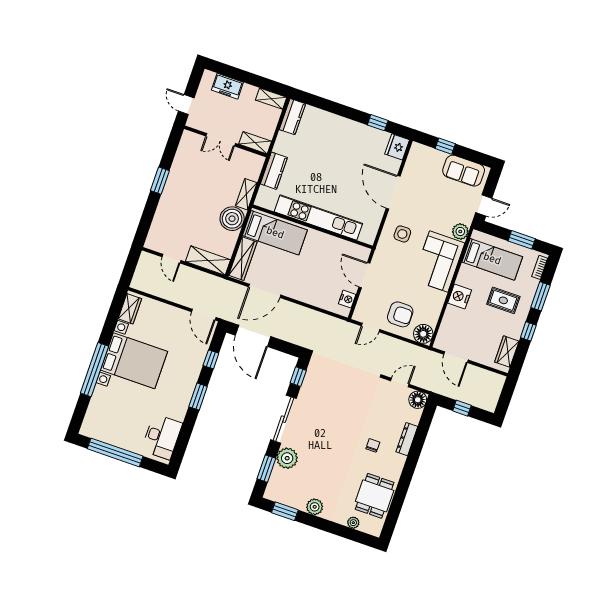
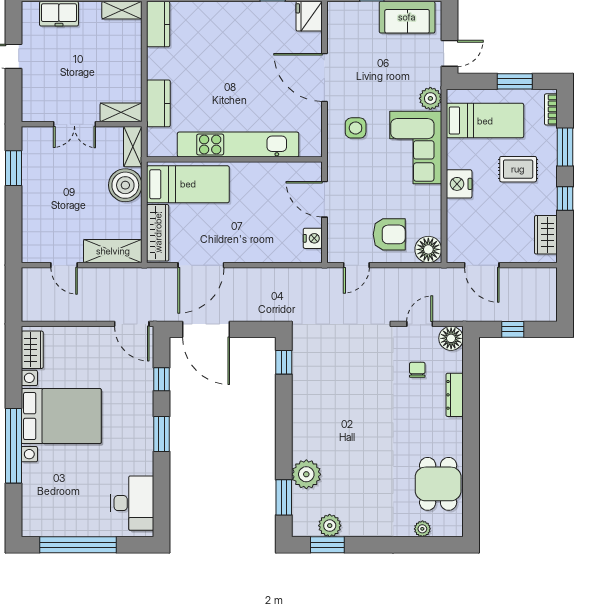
double door: (221, 140) -> (74, 124), moved
wall: (225, 141) -> (82, 124), moved
shelving: (255, 143) -> (121, 112), moved
sliding door: (283, 419) -> (284, 425), removed
chair: (373, 445) -> (417, 370), moved
plant: (315, 507) -> (330, 526), moved

